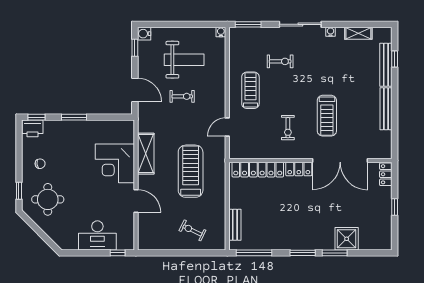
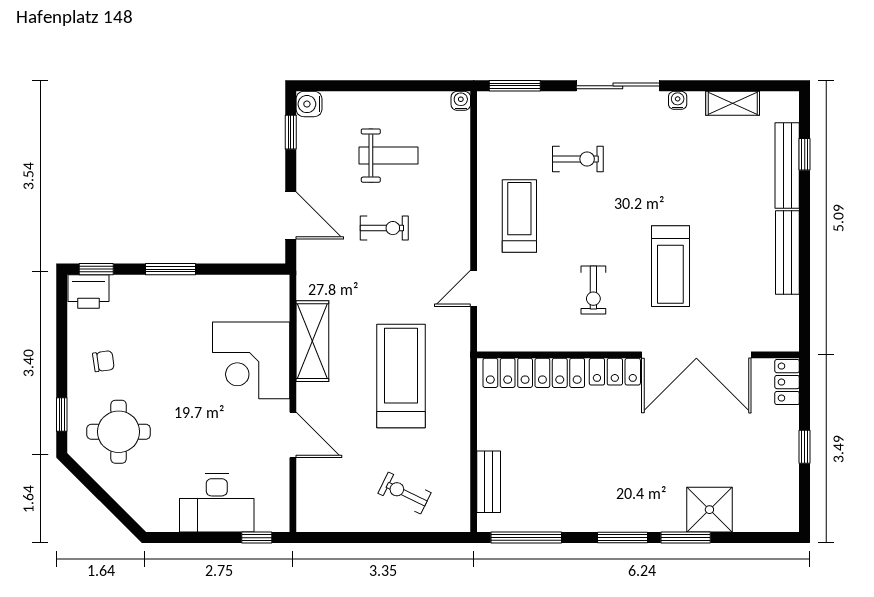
weight bench: (184, 60) -> (388, 156), width x0.73, depth x0.75

